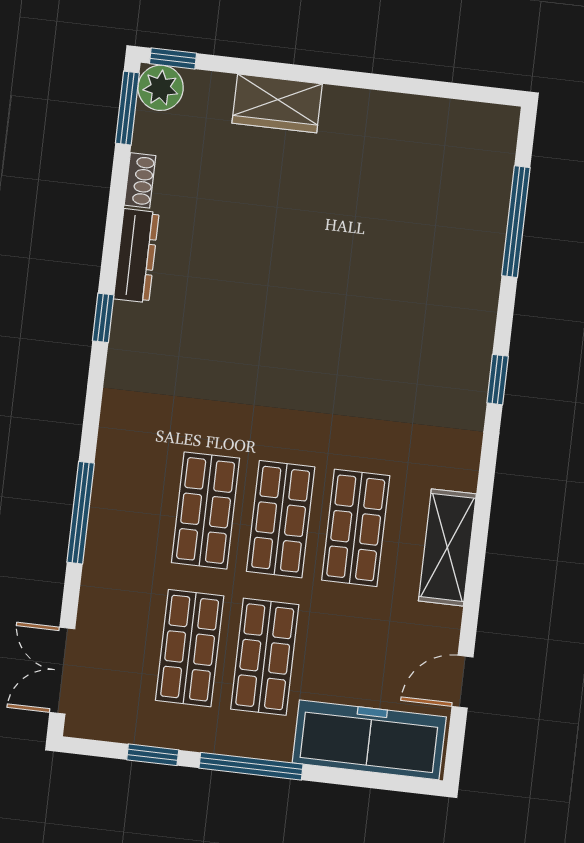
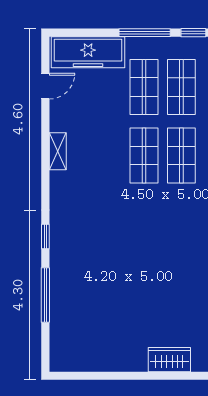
window: (516, 222) -> (45, 295), moved
shop shelf: (356, 528) -> (107, 156), removed
shelving: (447, 547) -> (58, 151), width x0.67, depth x0.75

